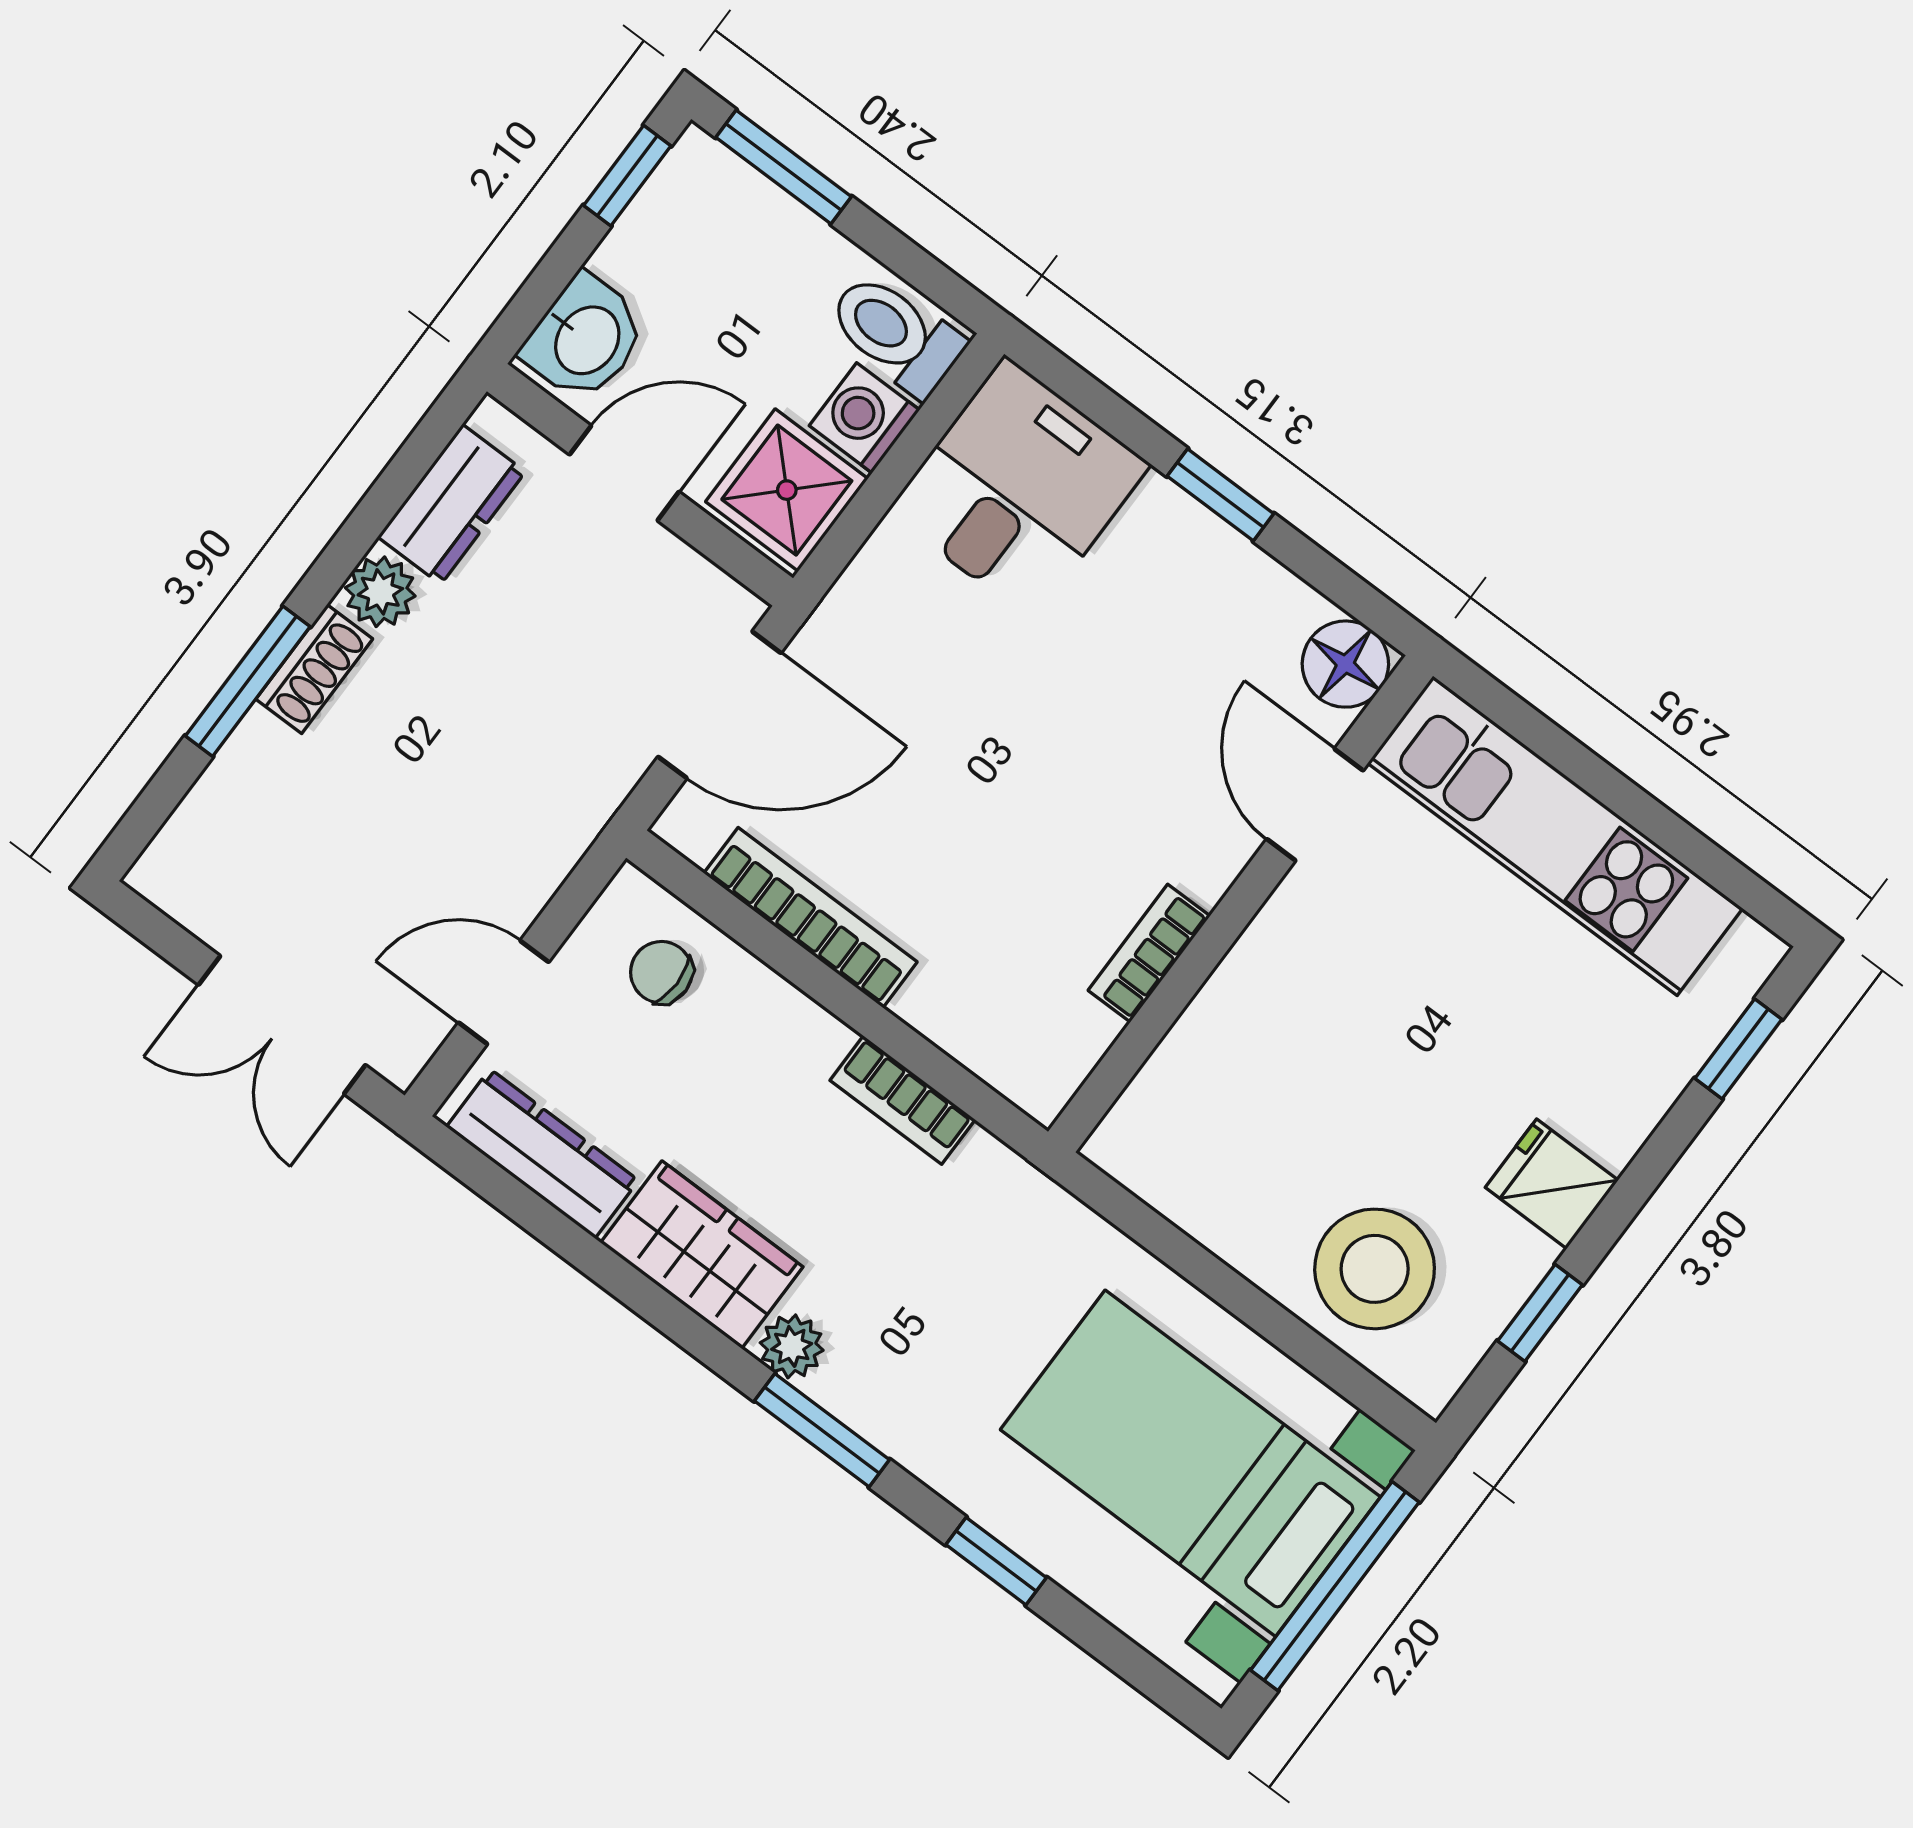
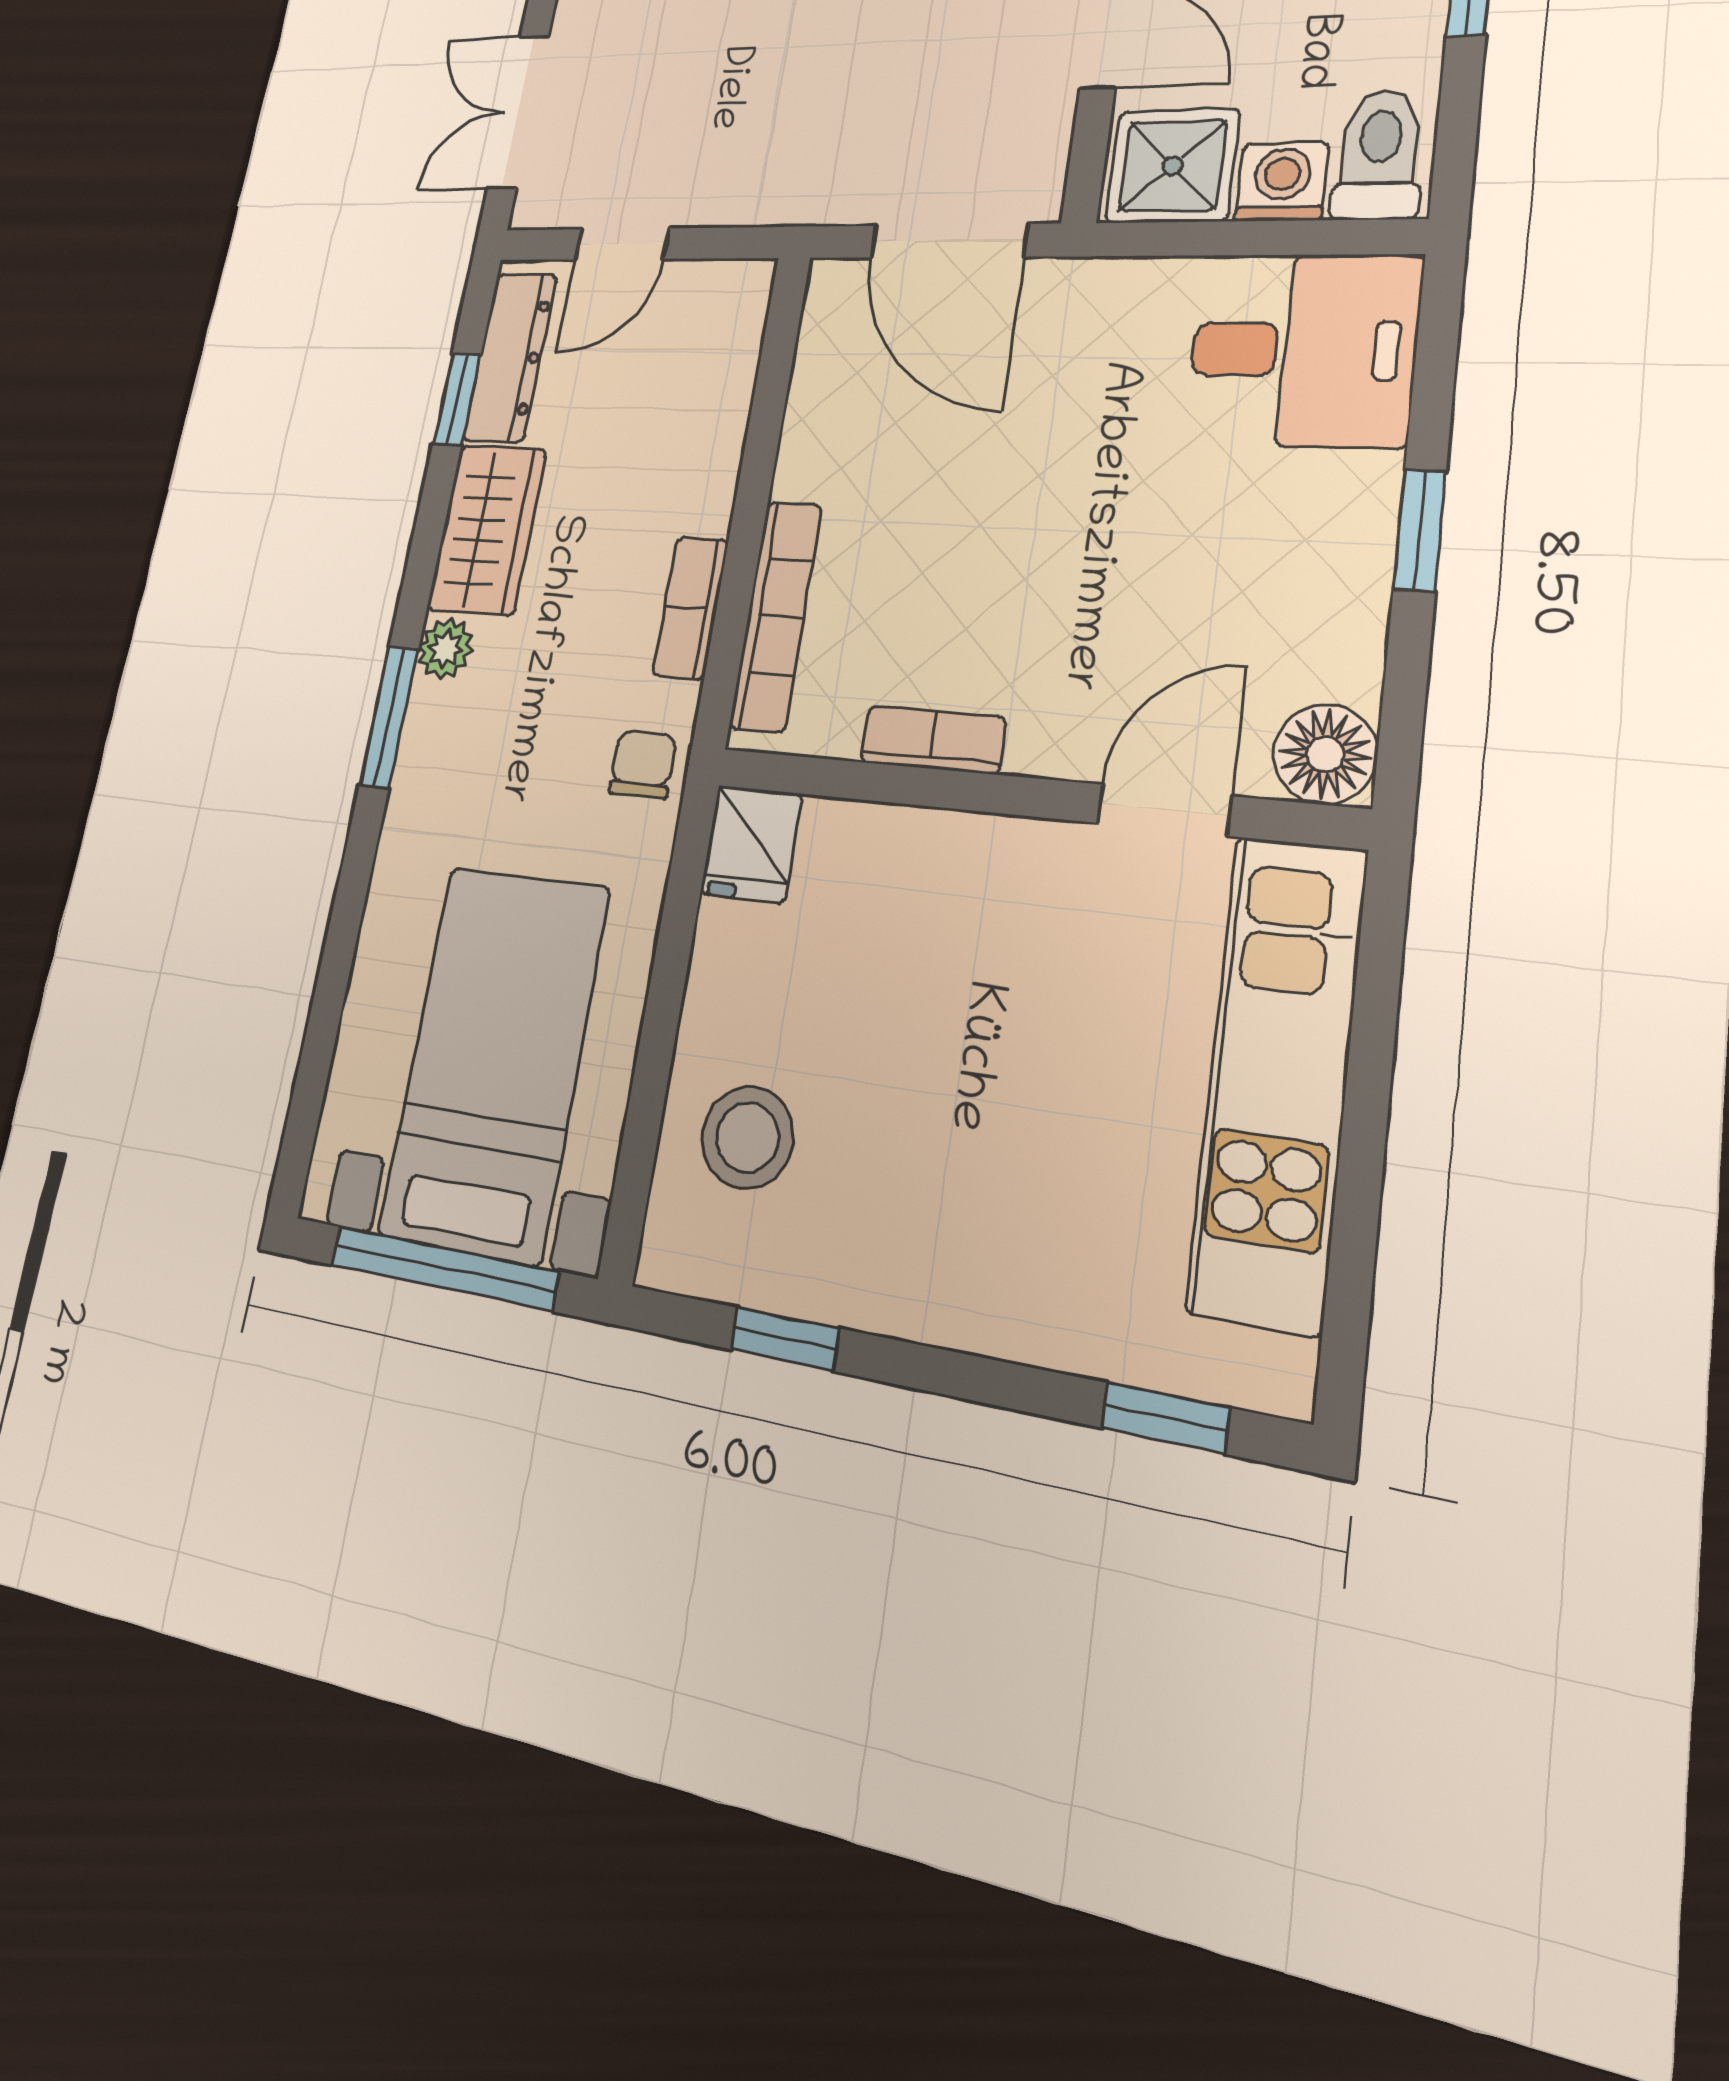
bookcase: (811, 918) -> (776, 616), moved
chair: (661, 972) -> (643, 765), moved
door: (504, 992) -> (622, 244), swing flipped
fridge: (1552, 1184) -> (751, 844), moved, turned 180
stool: (1375, 1269) -> (748, 1137), width x0.73, depth x0.73
window: (996, 1561) -> (457, 399), moved

